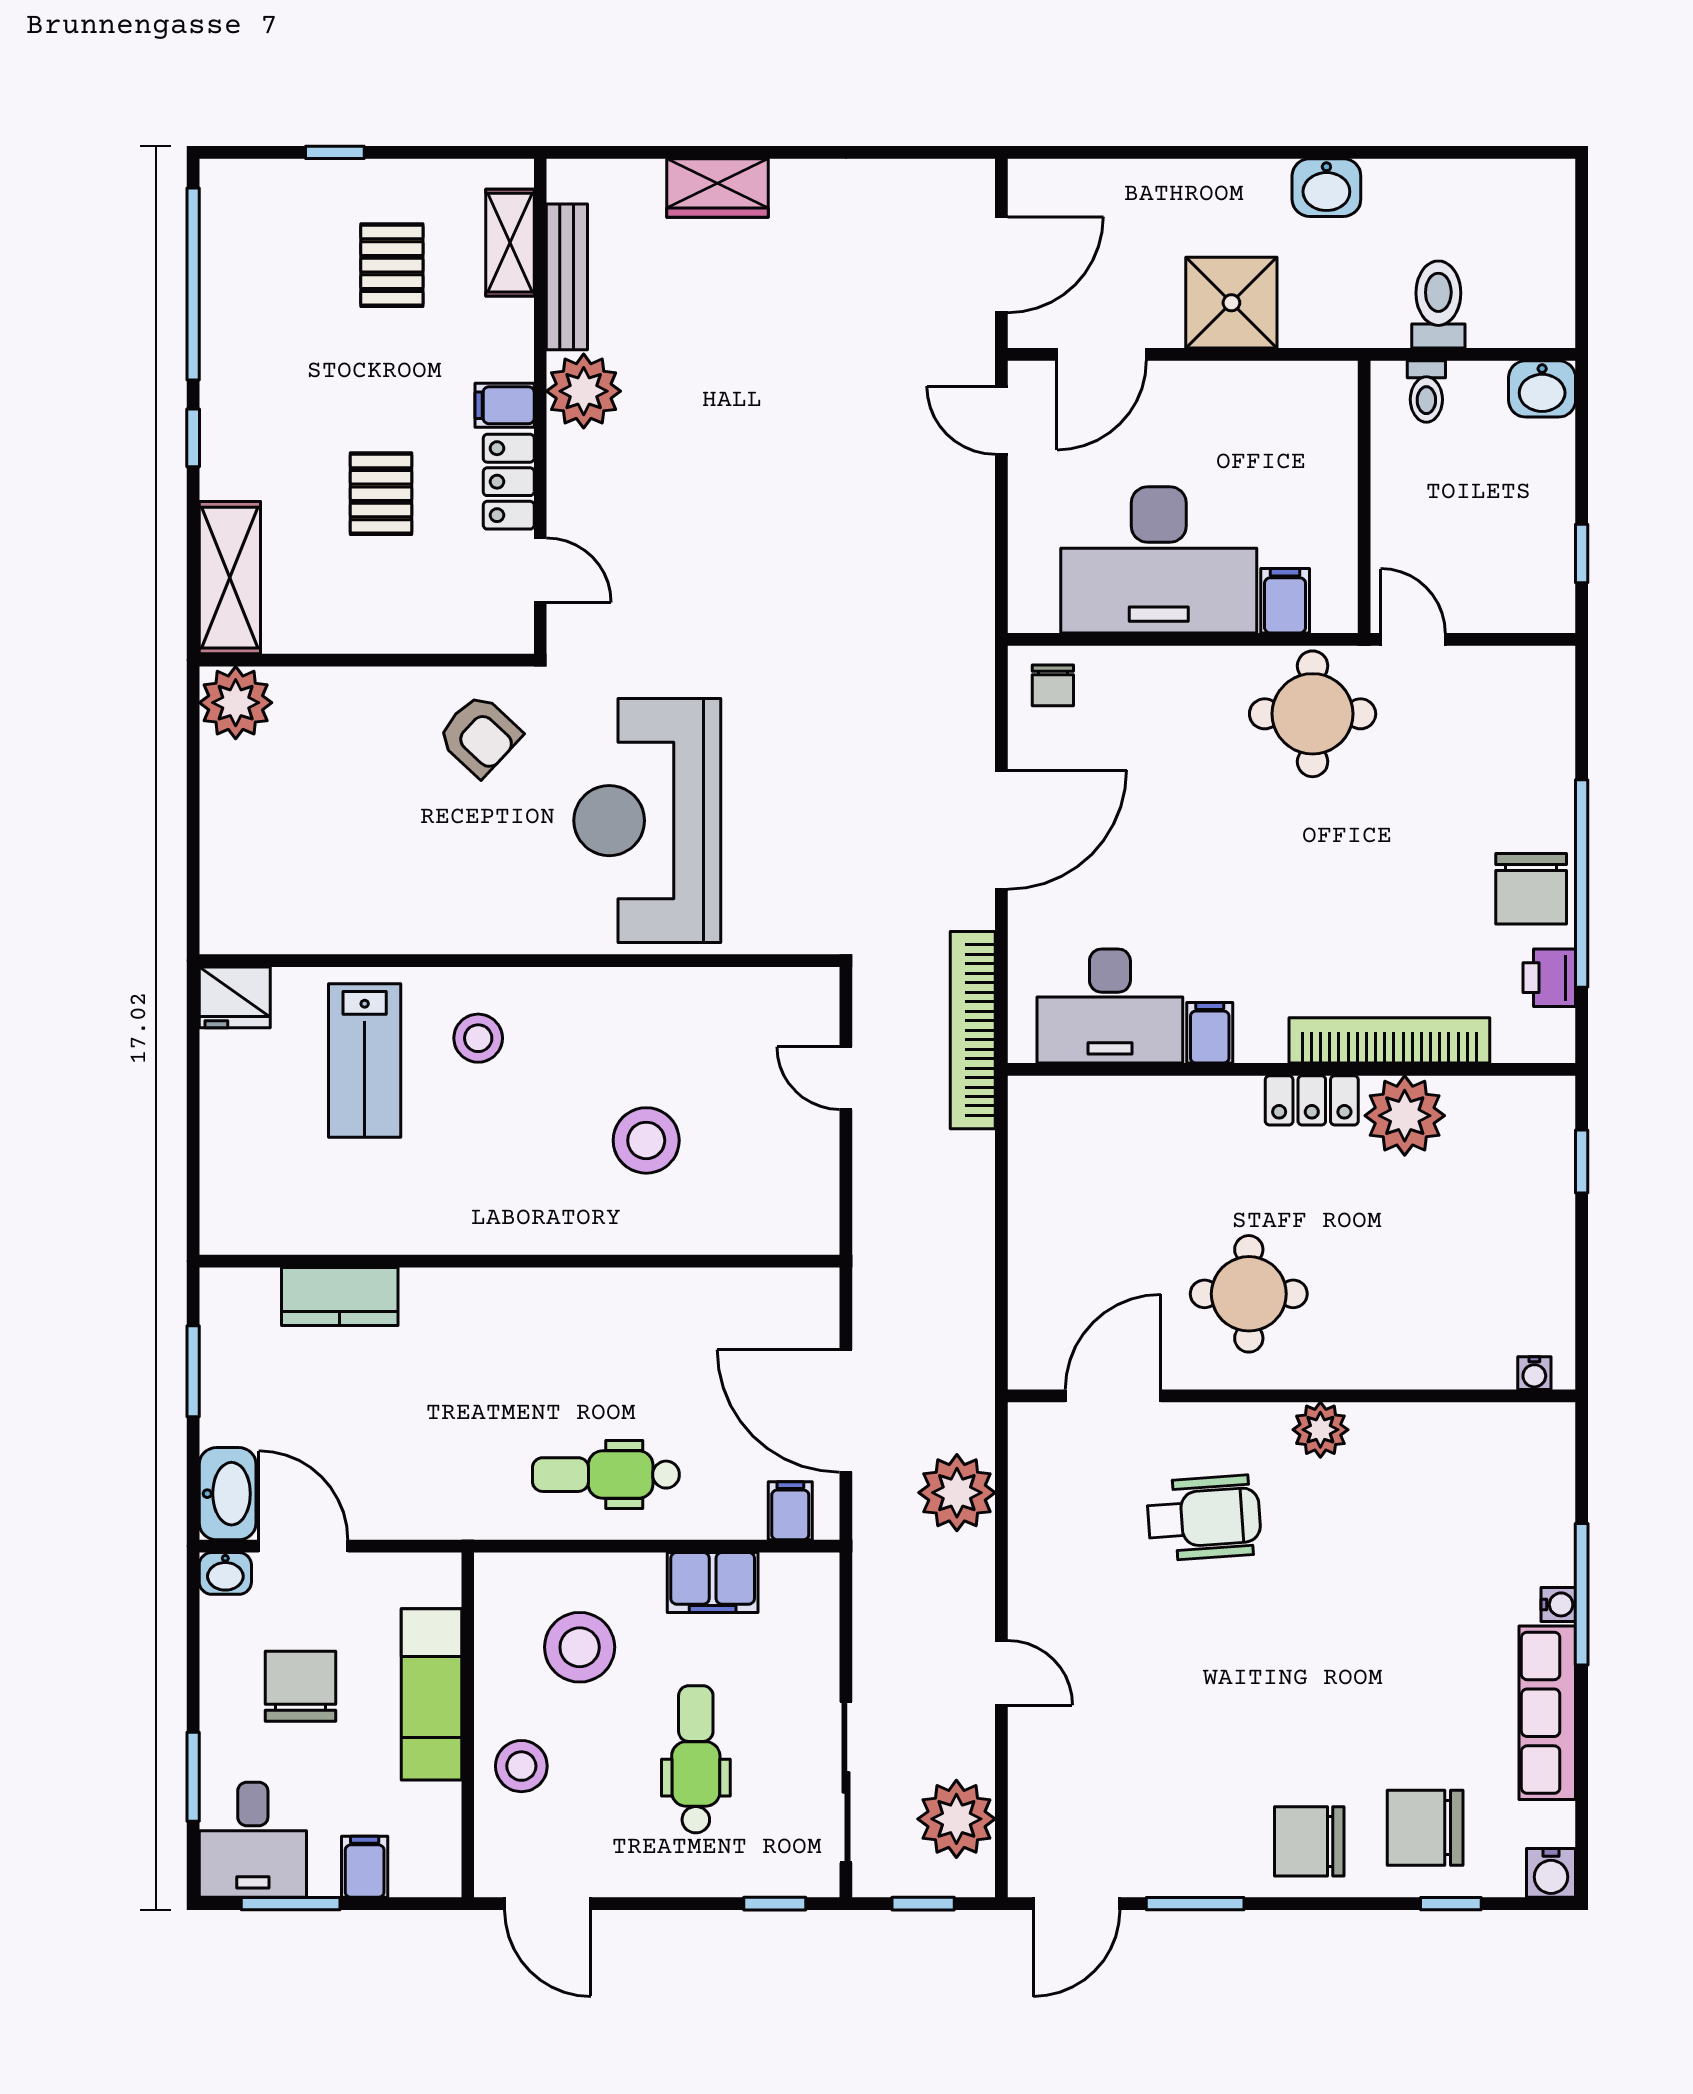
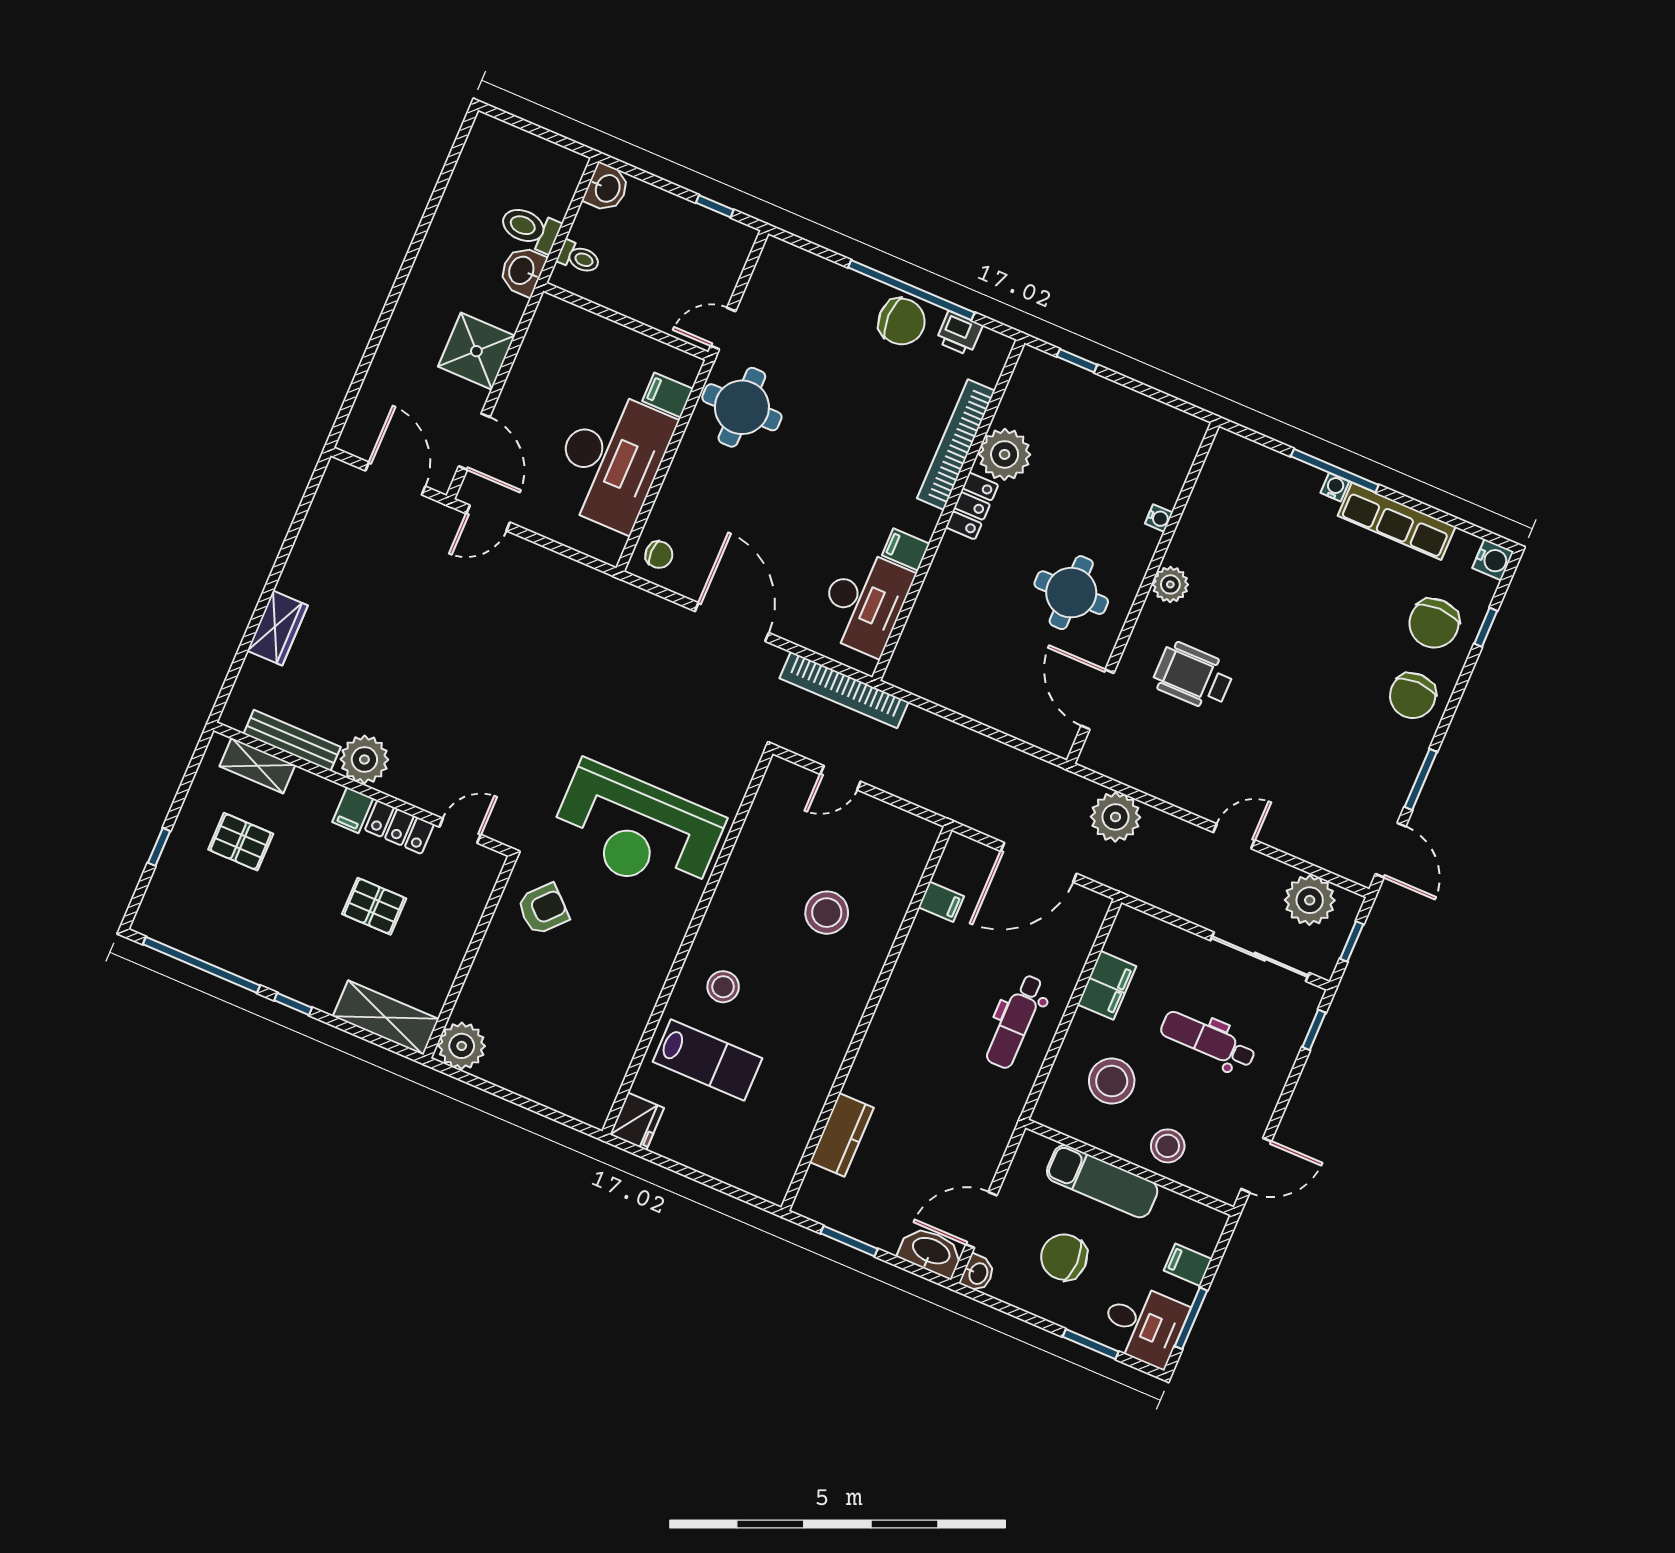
washbasin: (1326, 188) -> (522, 271), moved, turned 180
water cooler: (1534, 1373) -> (1159, 518), moved
filing cabinet: (790, 1511) -> (941, 902), moved, turned 180
wheelchair: (1204, 1518) -> (1193, 676), turned -86

